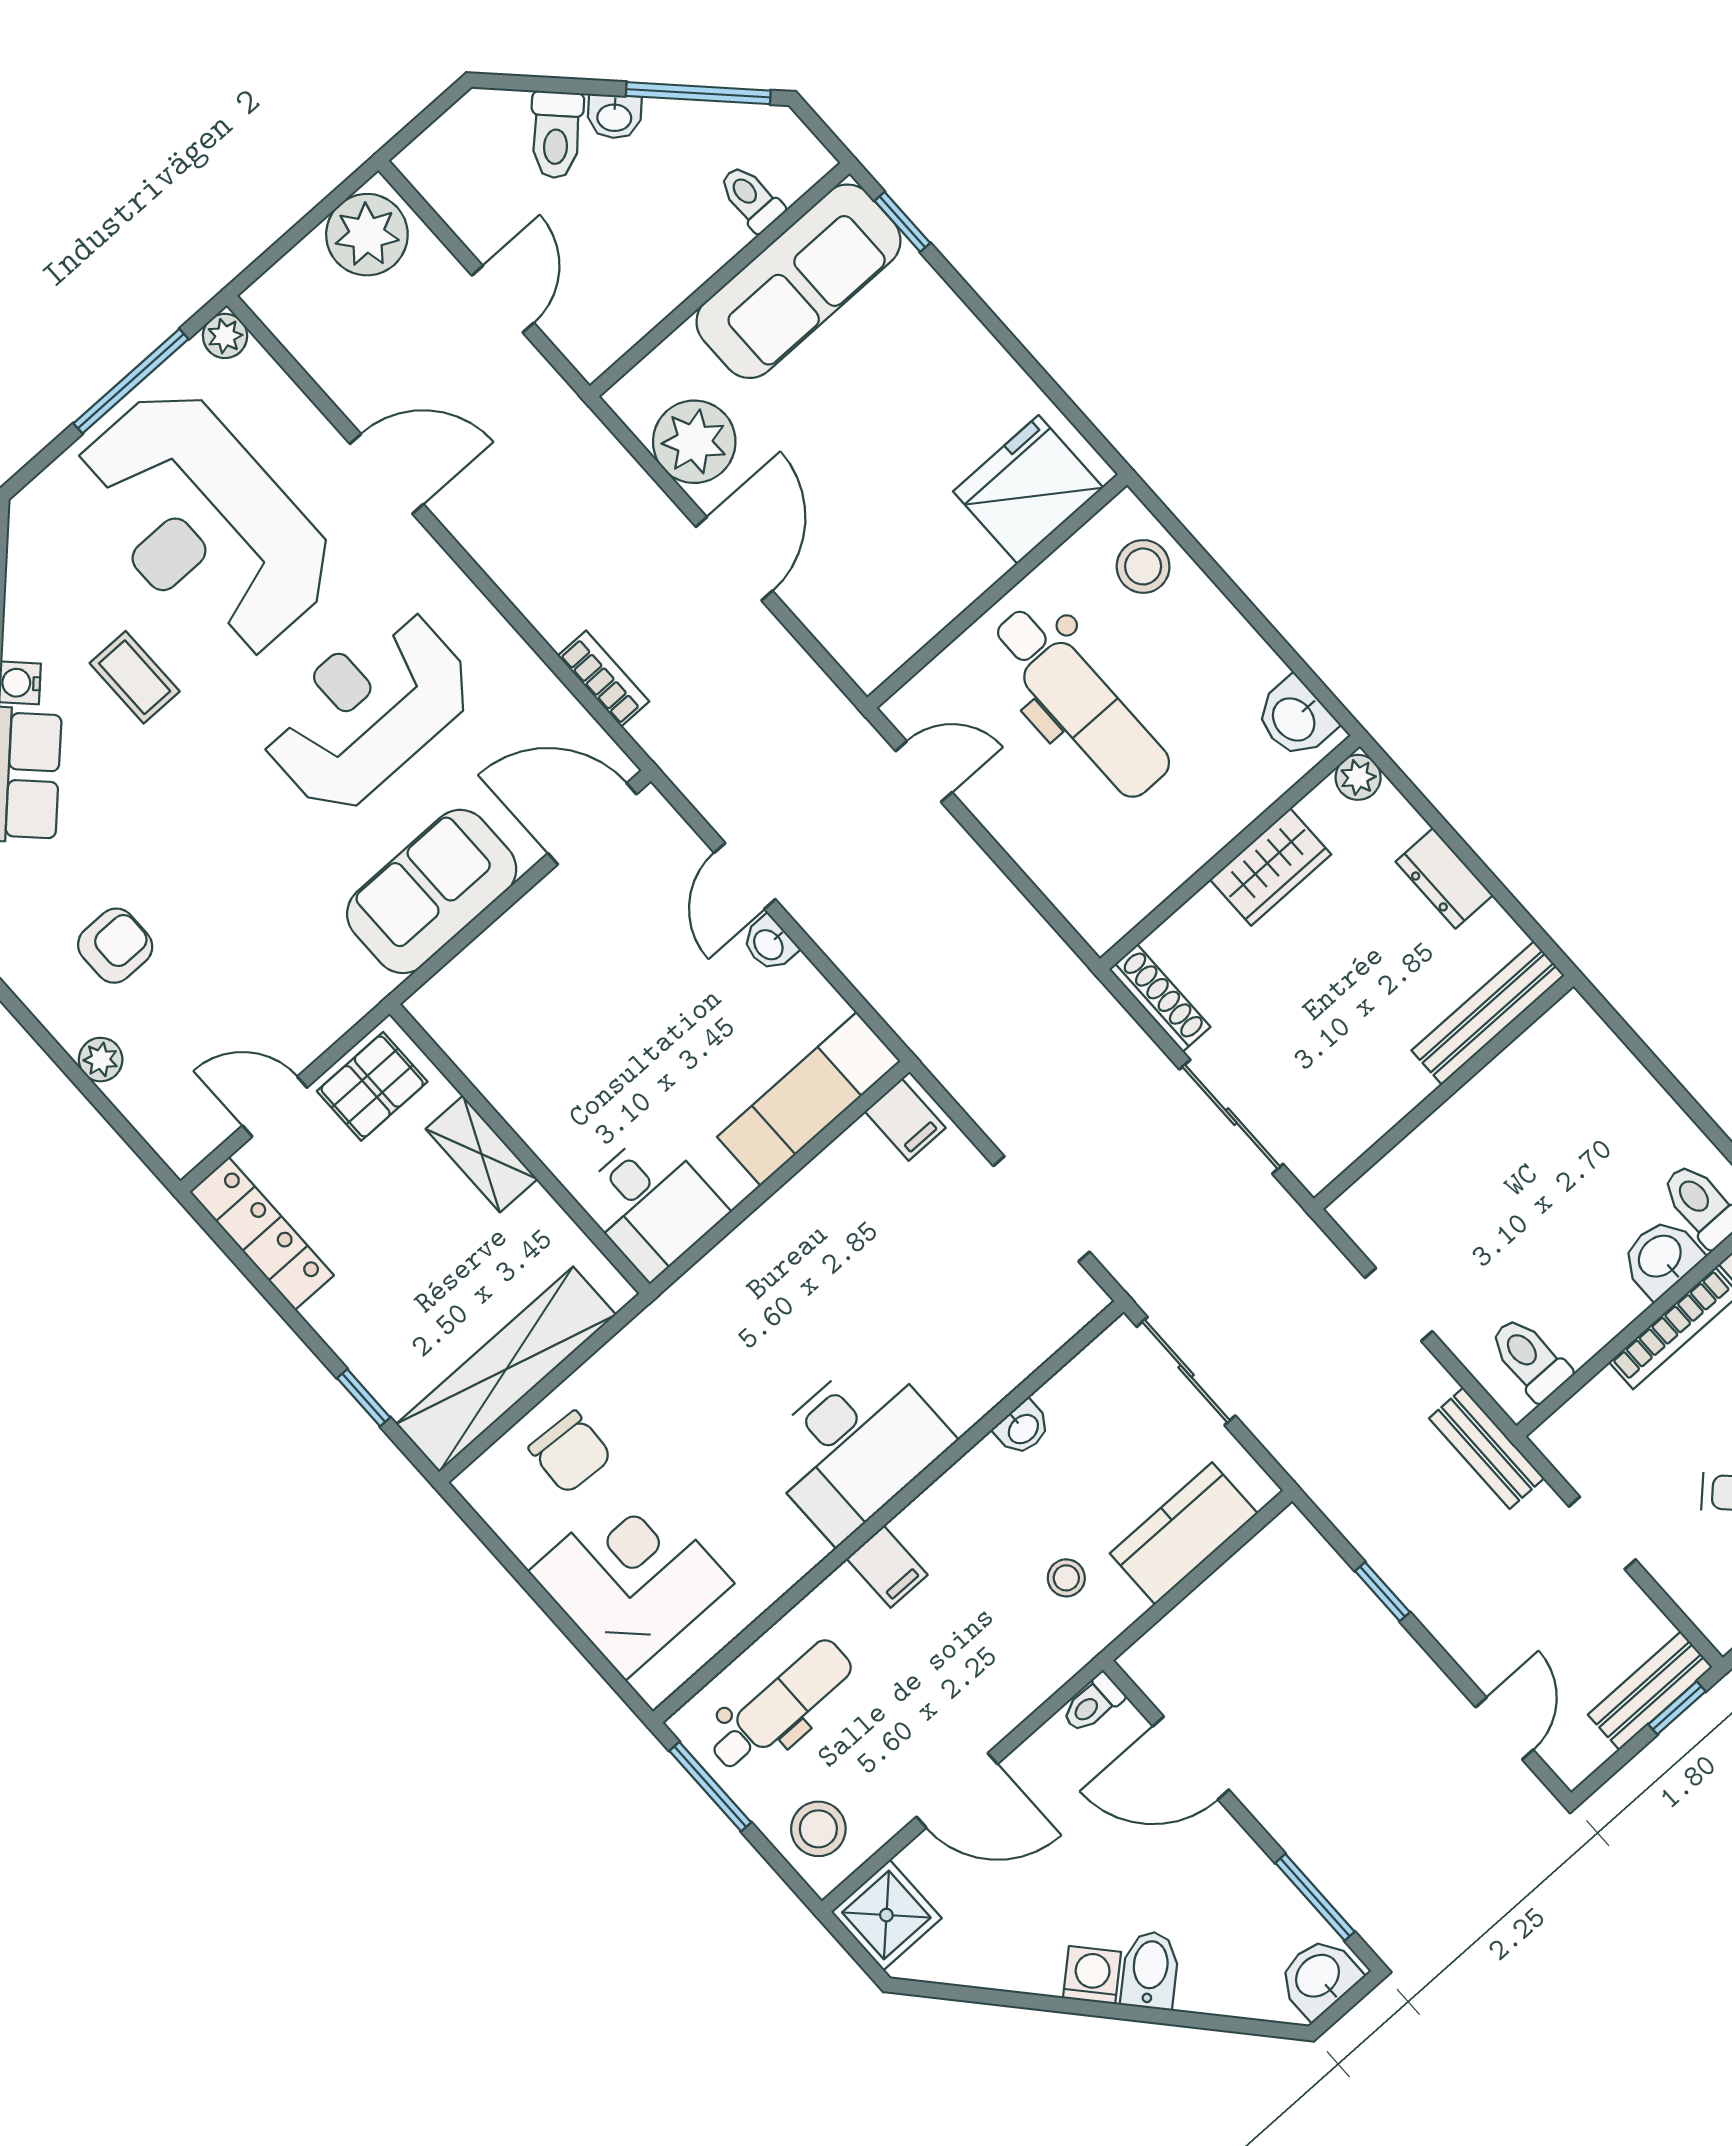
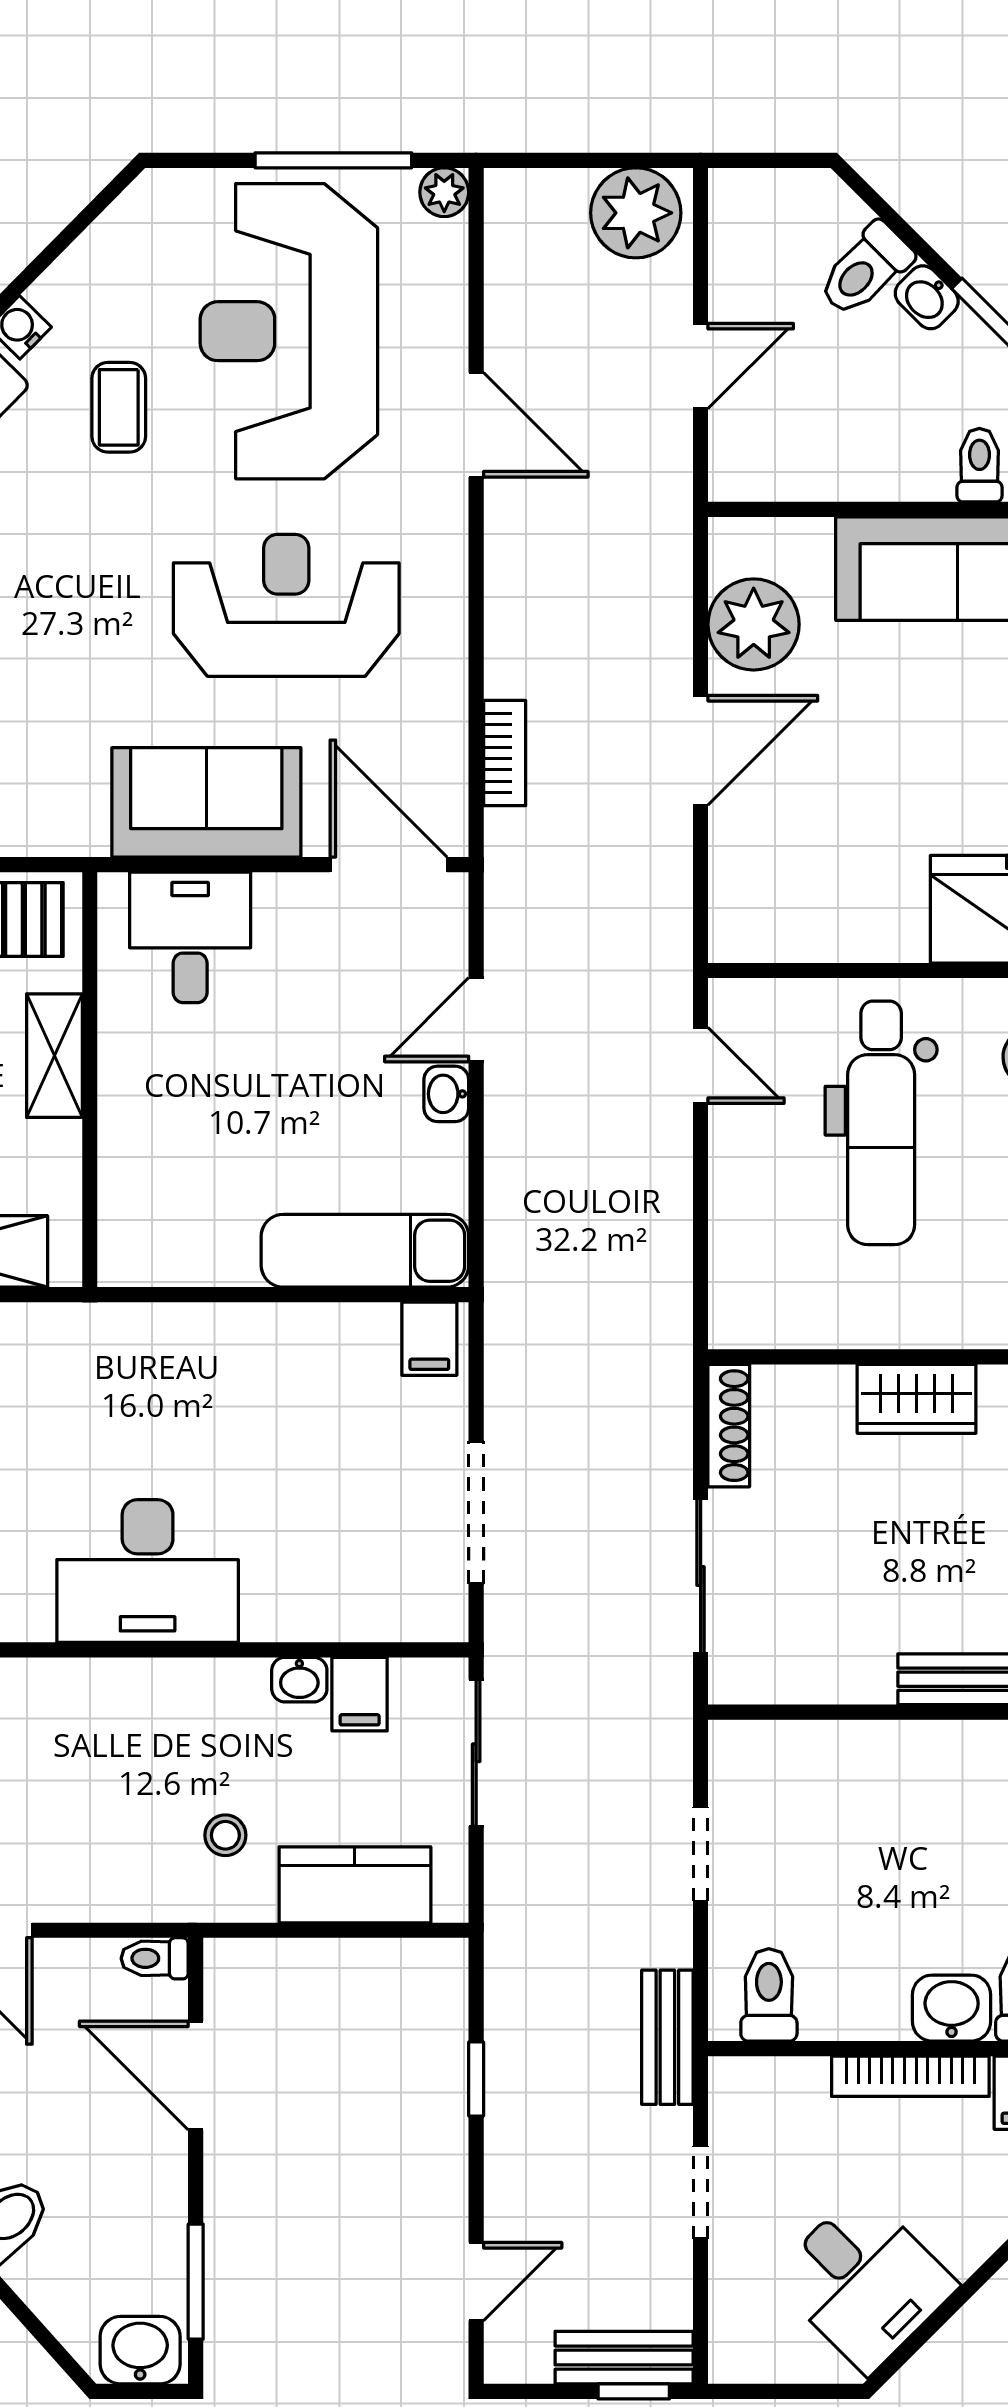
desk: (651, 1204) -> (190, 937), moved, turned 180
filing cabinet: (887, 1567) -> (360, 1694), moved

